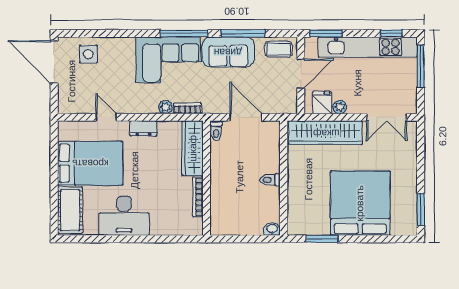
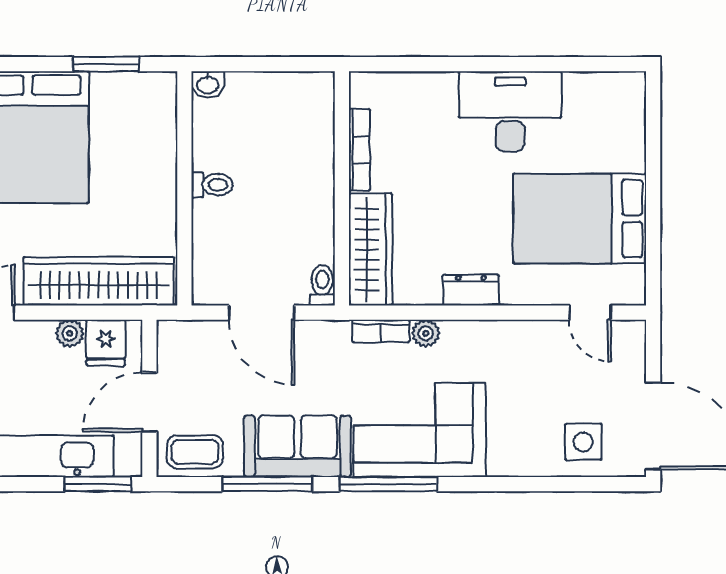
door: (106, 117) -> (590, 313), moved
cot: (70, 210) -> (621, 123), removed

